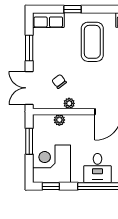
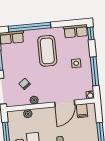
window: (73, 9) -> (29, 27), width x3.17

